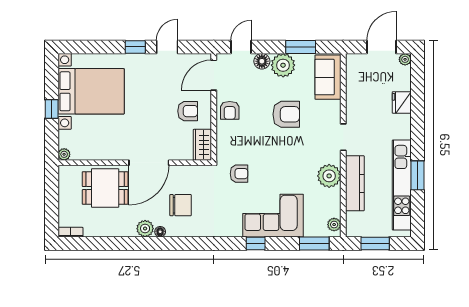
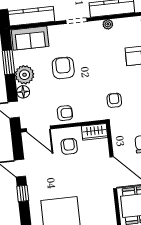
kitchen counter: (355, 82) -> (31, 16), added
plant: (329, 176) -> (108, 24), width x0.53, depth x0.53

